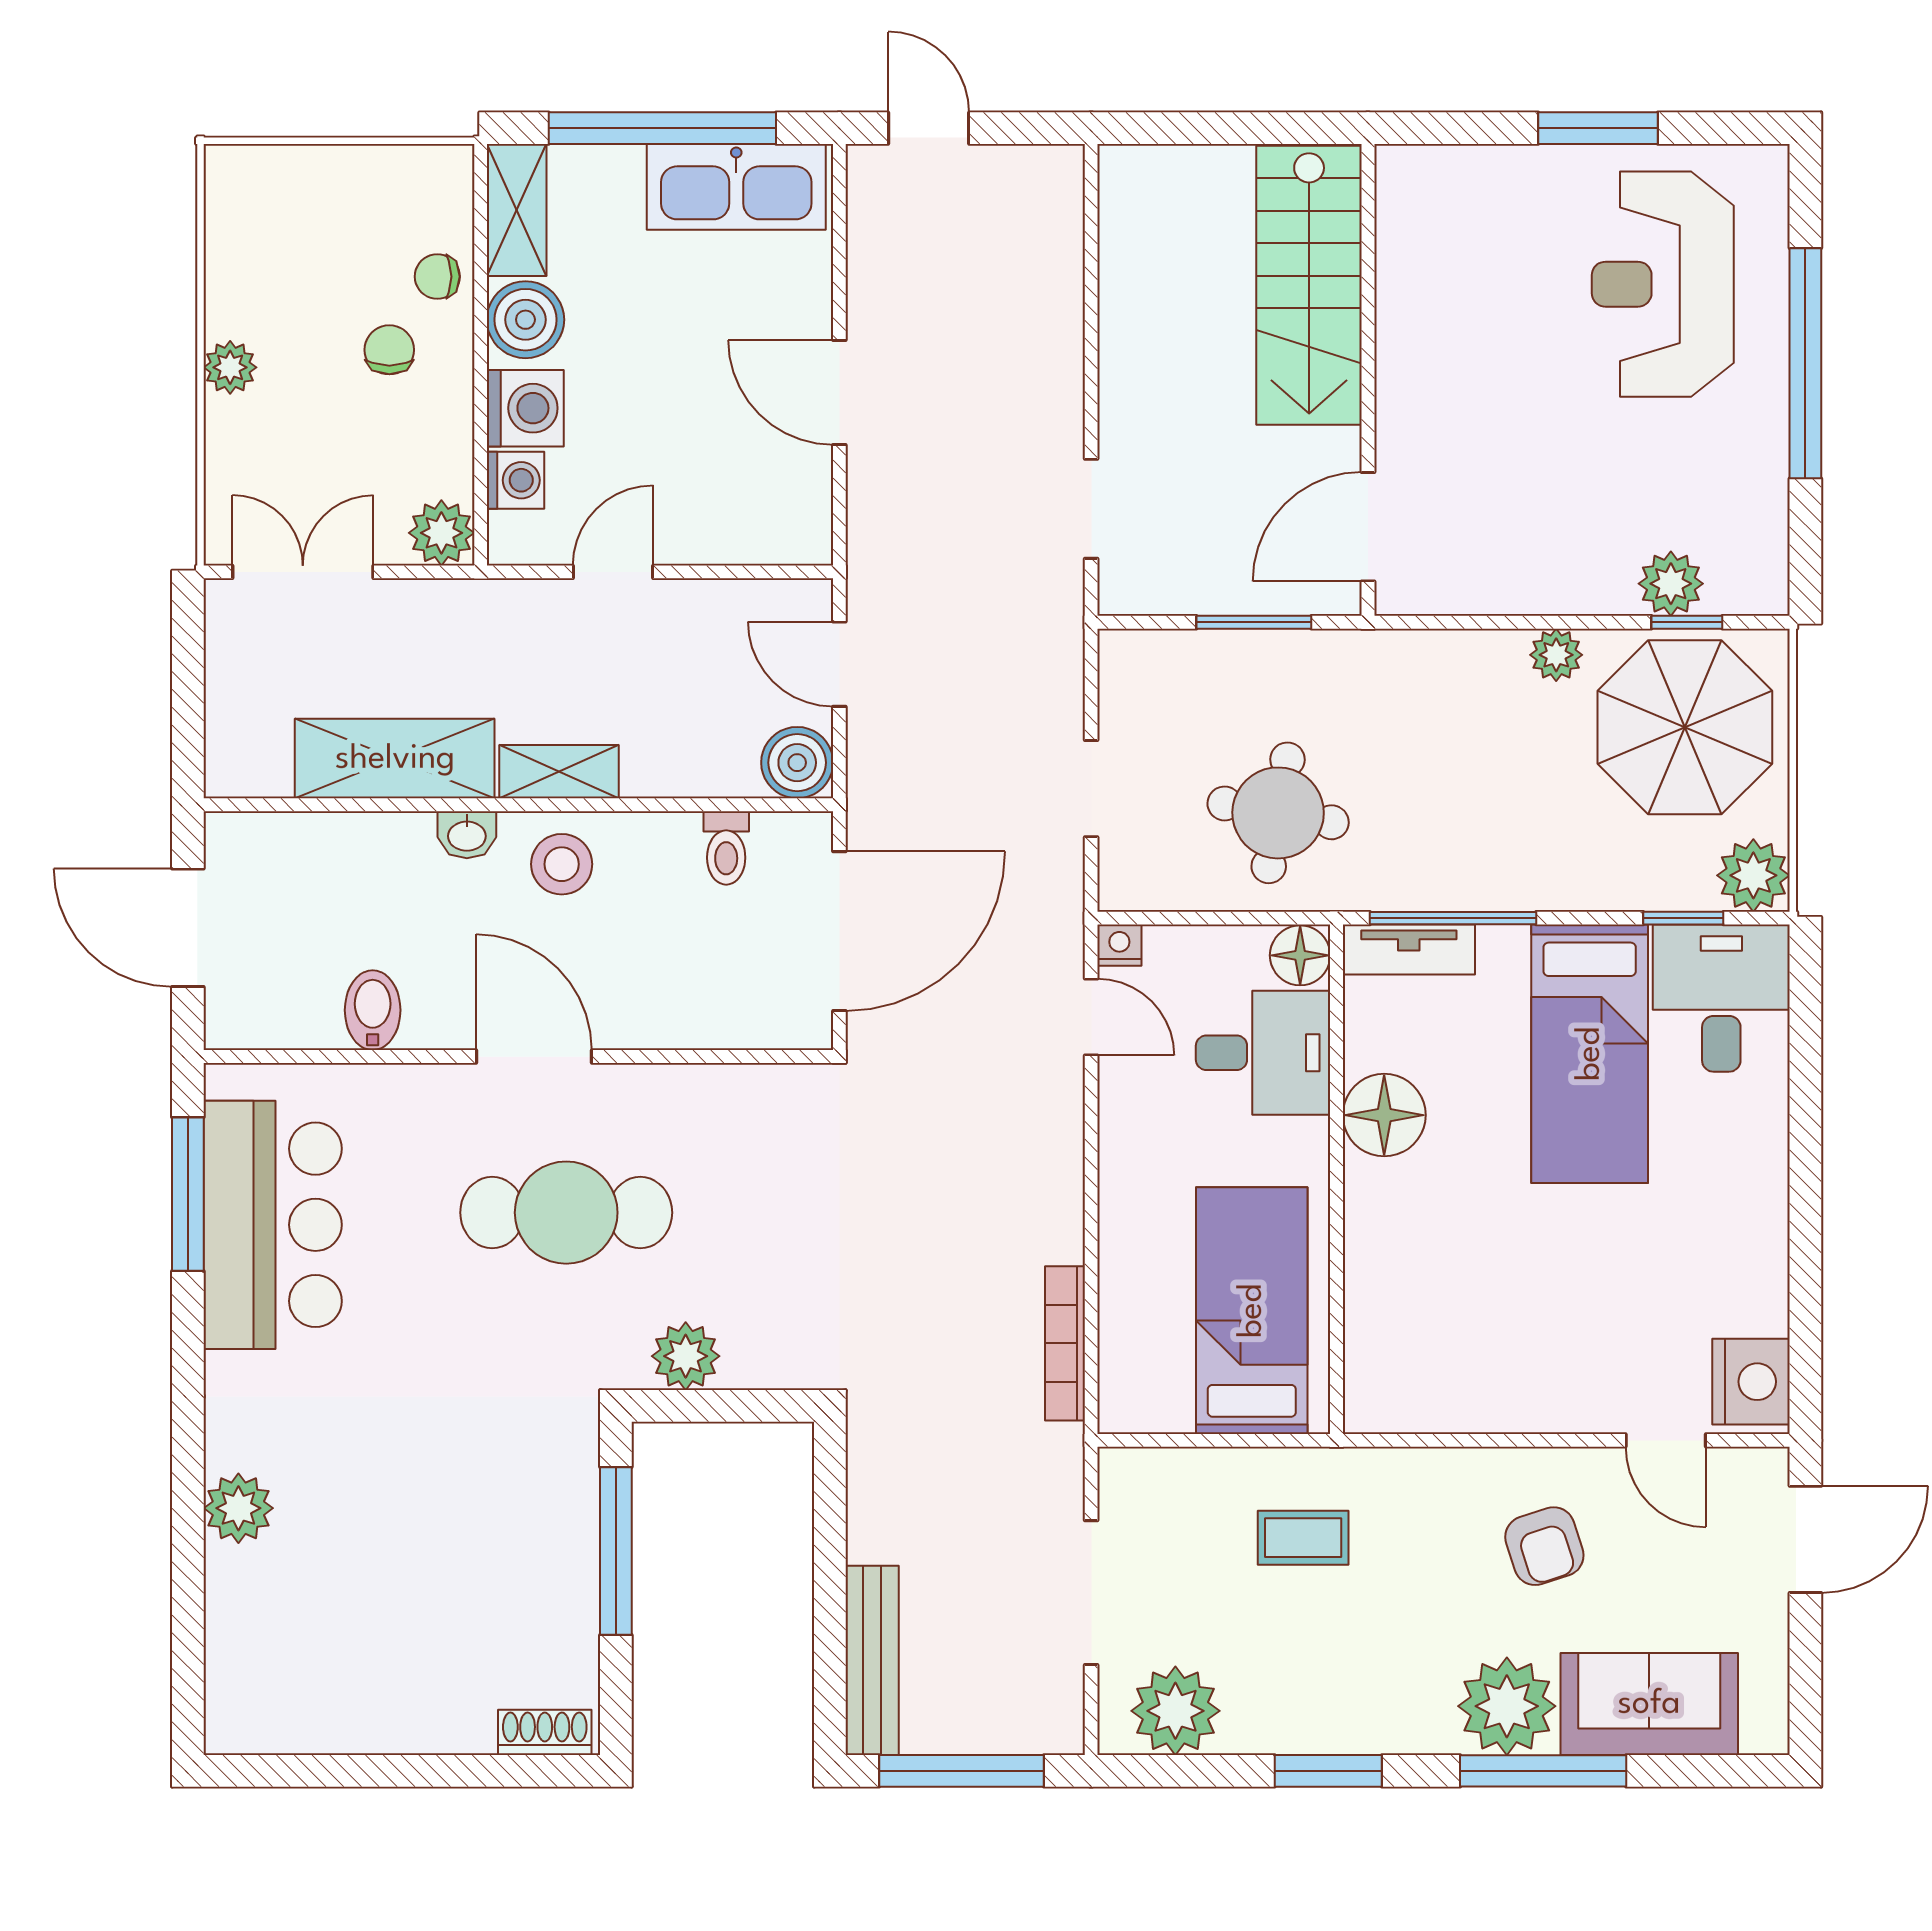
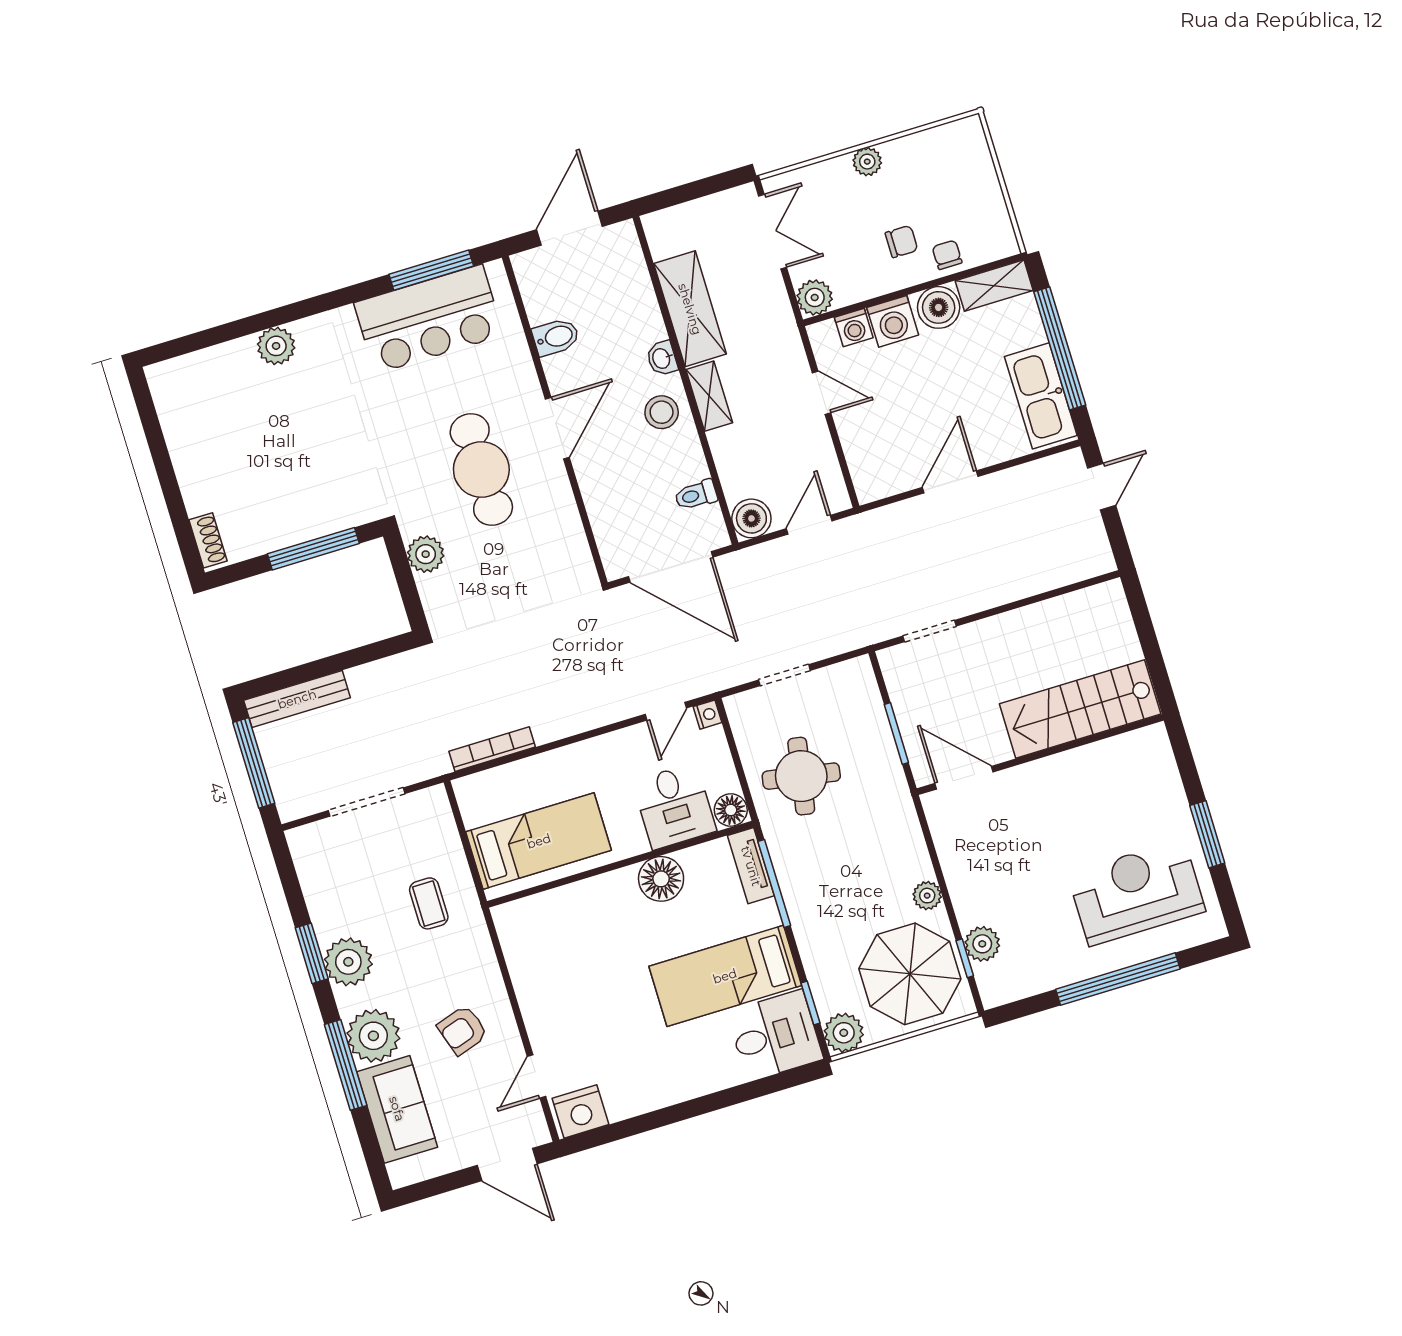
plant: (1175, 1711) -> (348, 962), moved

